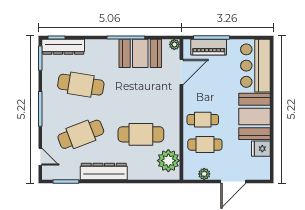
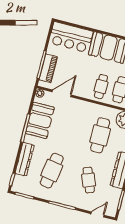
dresser: (63, 47) -> (25, 159), moved
door: (181, 72) -> (62, 93), hinge flipped
cafe table: (81, 134) -> (89, 180), width x0.73, depth x0.74

